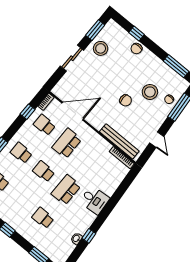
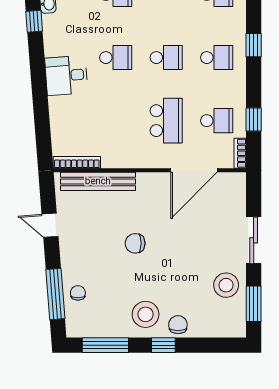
window: (137, 33) -> (163, 345), moved
stool: (150, 92) -> (146, 314), moved
school desk: (66, 190) -> (116, 58), width x0.54

